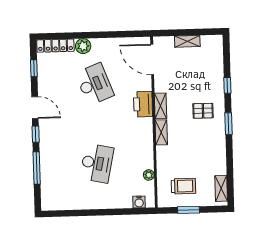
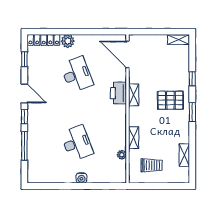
shelving: (187, 41) -> (178, 39), moved
pallet: (203, 111) -> (170, 100), width x1.50, depth x1.42
shelving: (161, 132) -> (134, 138), moved
desk: (97, 163) -> (77, 143), turned -33
shelving: (221, 188) -> (184, 155), moved
water cooler: (139, 202) -> (81, 178), moved
window: (188, 210) -> (155, 186), removed

